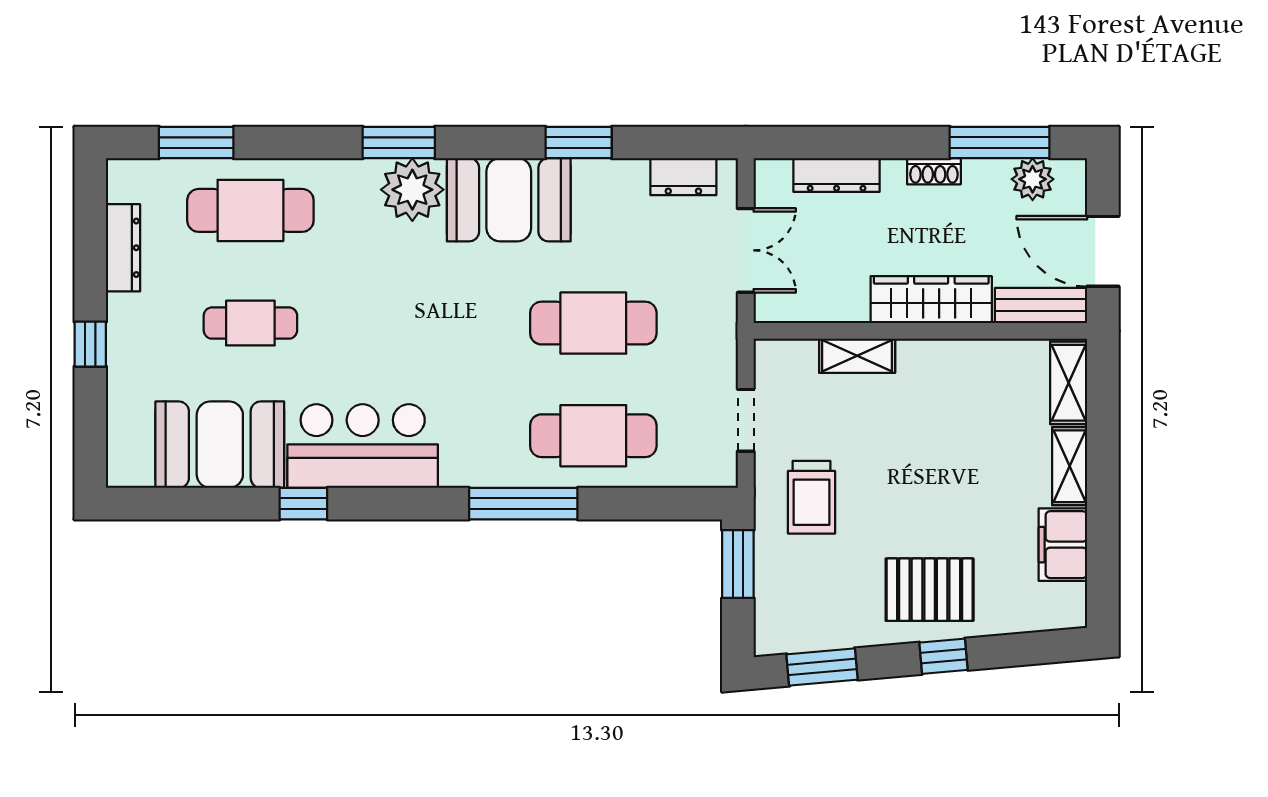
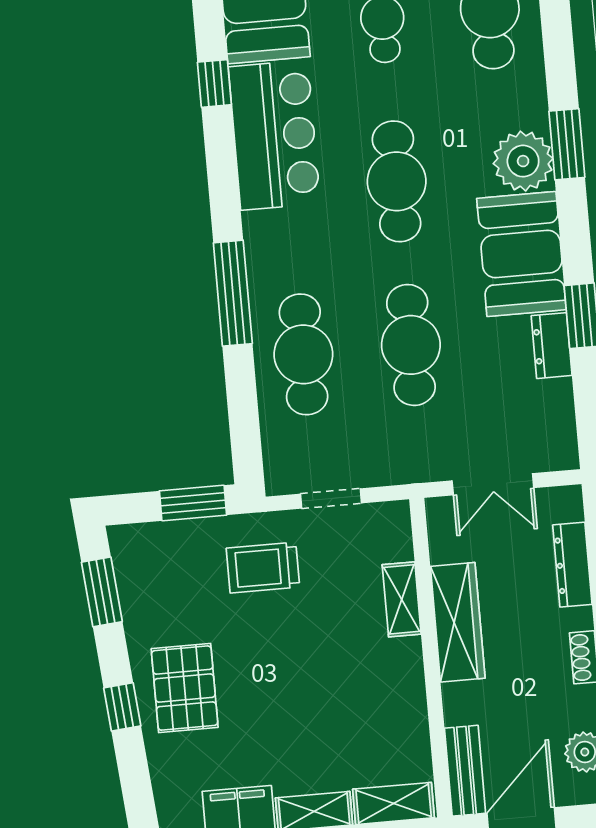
dresser: (683, 177) -> (552, 346), moved
wardrobe: (931, 300) -> (458, 622), moved
cafe table: (422, 323) -> (397, 181), added

